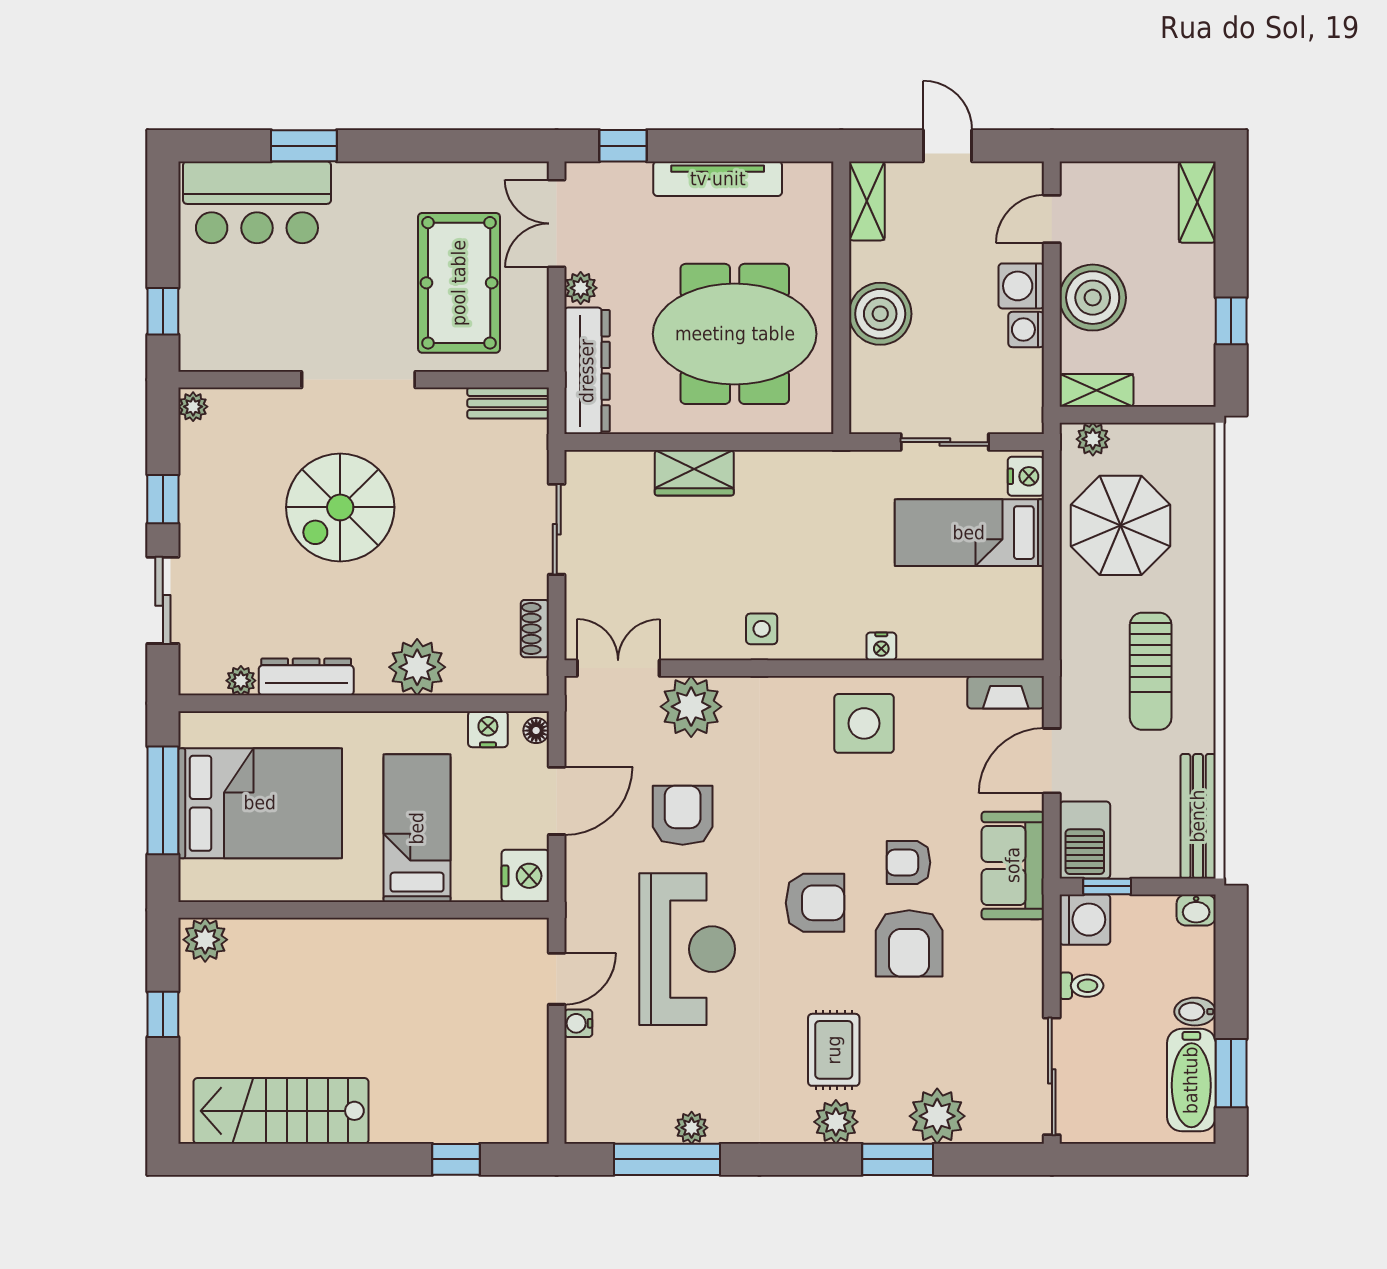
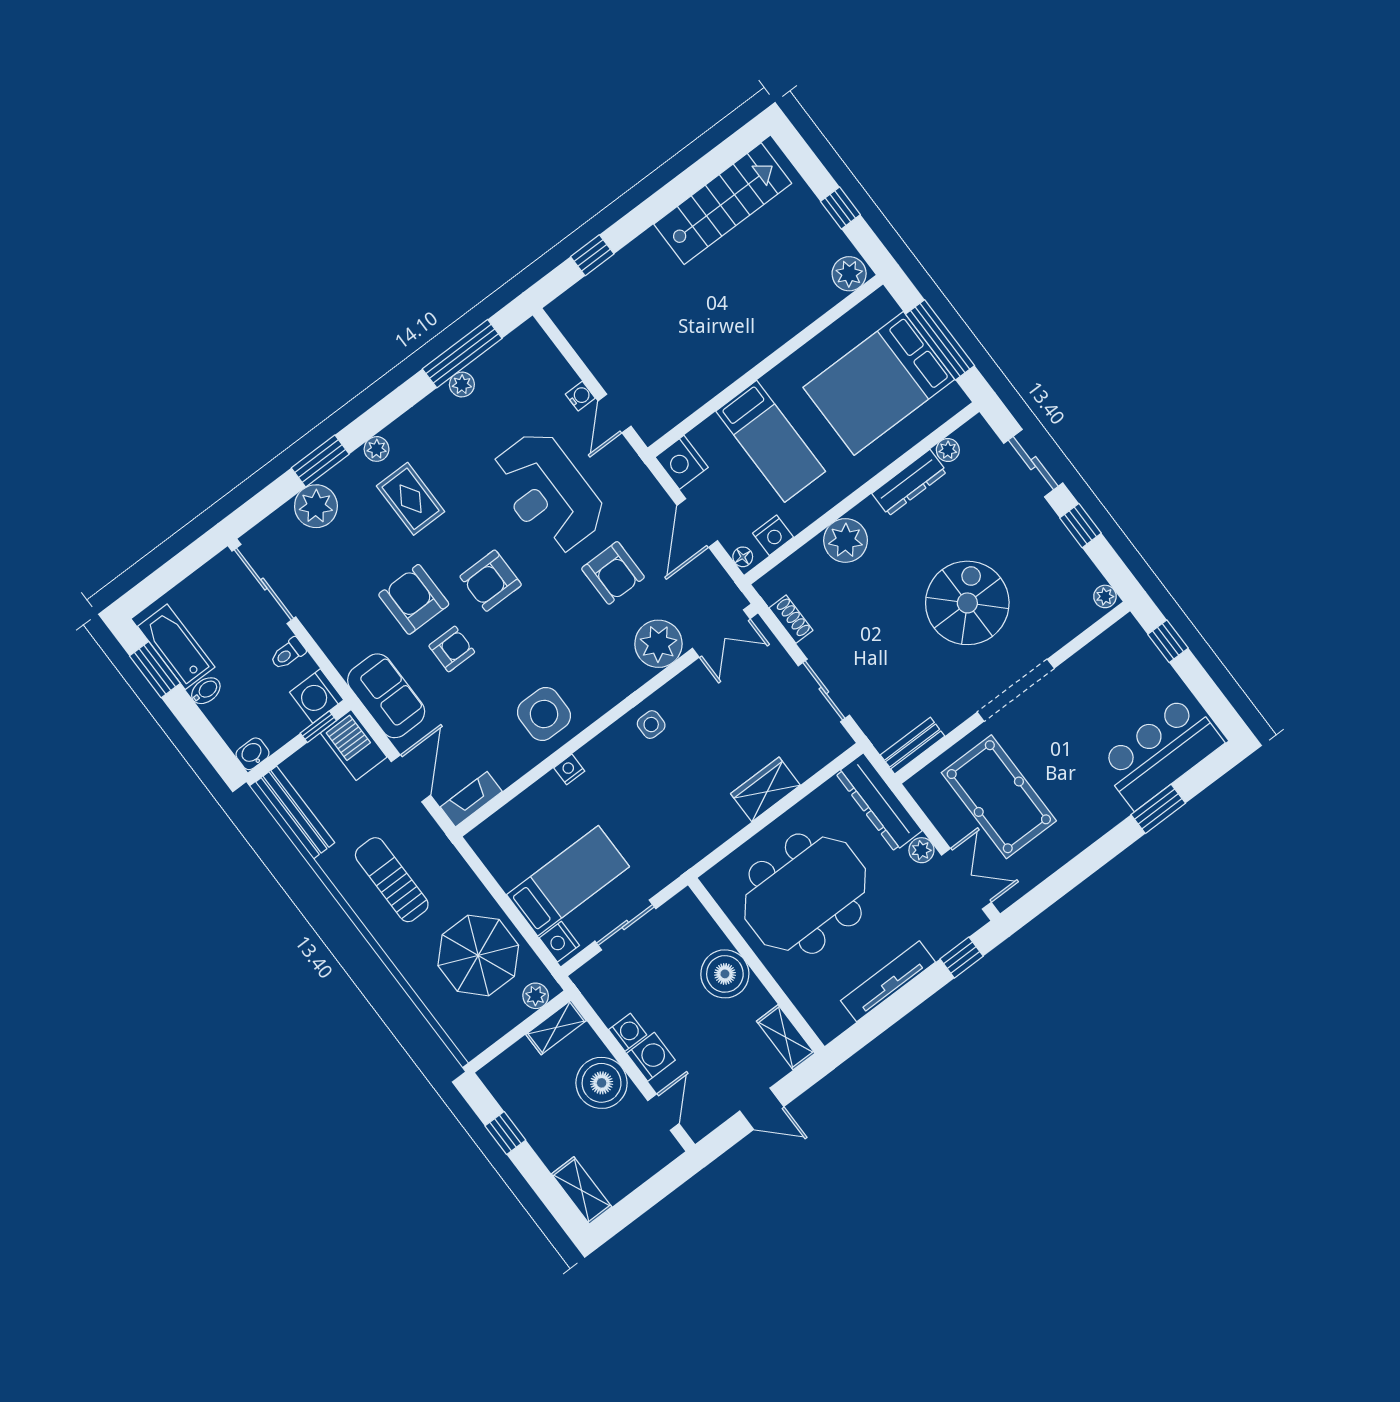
plant: (836, 1122) -> (377, 449), width x0.73, depth x0.73

